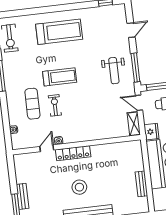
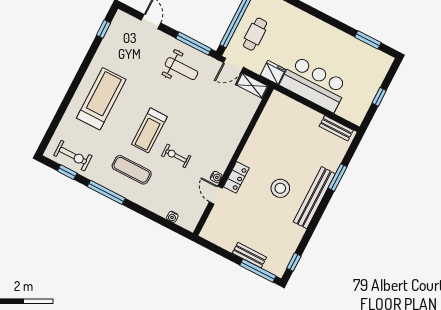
treadmill: (60, 77) -> (149, 130), turned 180
exercise mat: (32, 104) -> (132, 170), moved
locker: (73, 153) -> (236, 177), width x0.66
bench: (141, 184) -> (336, 128), moved

